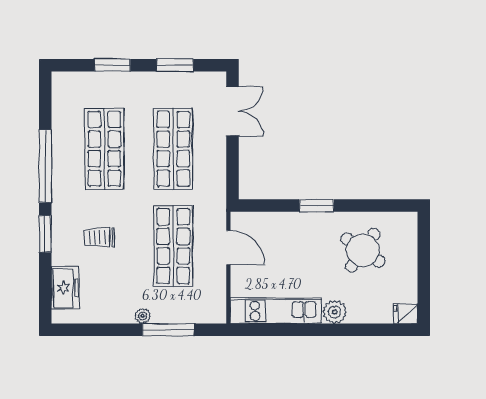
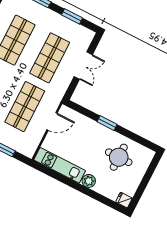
double door: (232, 111) -> (83, 66), moved
door: (228, 248) -> (52, 121), hinge flipped
round table: (363, 250) -> (119, 157), turned -35

